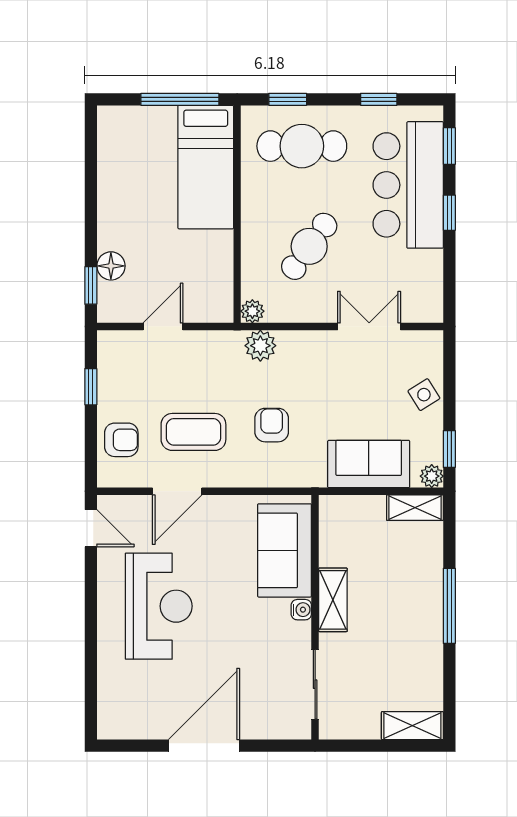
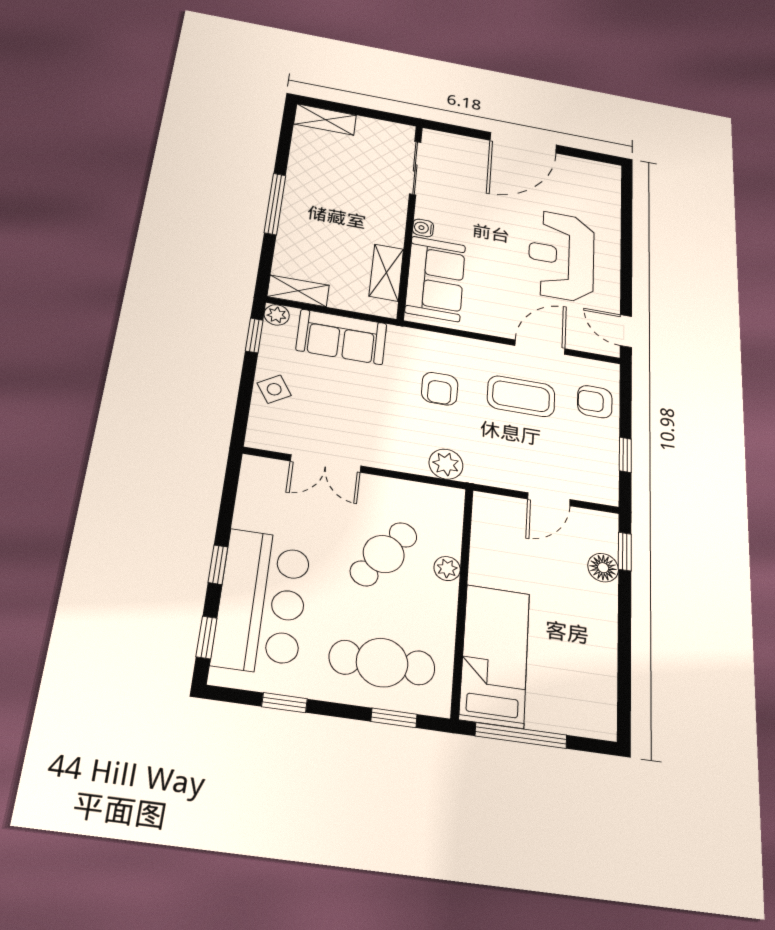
plant: (252, 311) -> (447, 569), moved
shelving: (333, 600) -> (386, 273), moved

